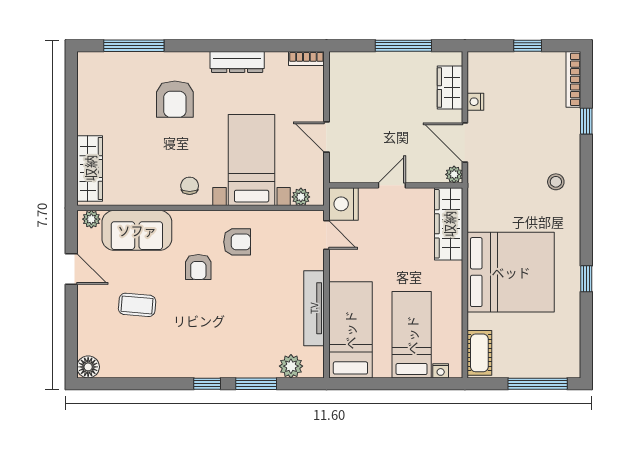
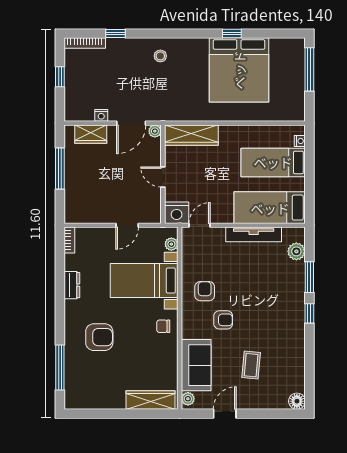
dresser: (237, 62) -> (72, 285), width x0.70
bed: (511, 272) -> (239, 70), moved, turned 180
cot: (479, 353) -> (287, 112), removed

